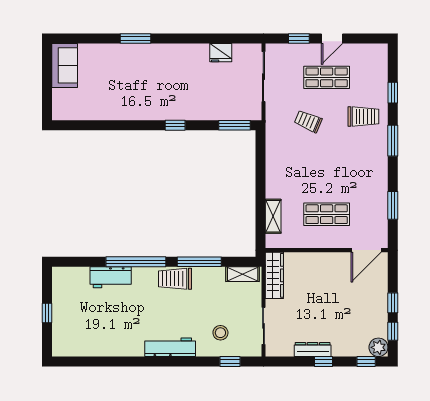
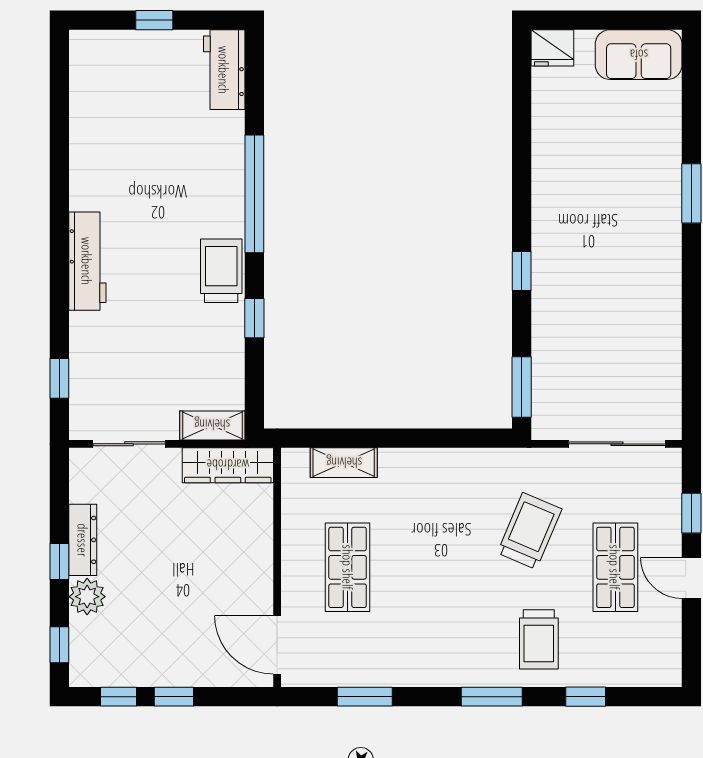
fridge: (221, 53) -> (552, 48), moved, turned -90
trolley: (308, 121) -> (529, 531), width x1.36, depth x1.39
window: (199, 262) -> (254, 318), width x0.46
shelving: (243, 274) -> (212, 425), moved, turned 90
workbench: (111, 277) -> (224, 70), moved
stool: (220, 333) -> (116, 360), removed
plant: (378, 347) -> (87, 597), moved

